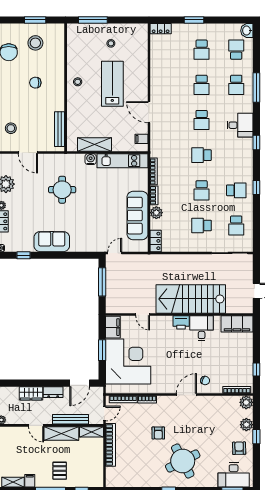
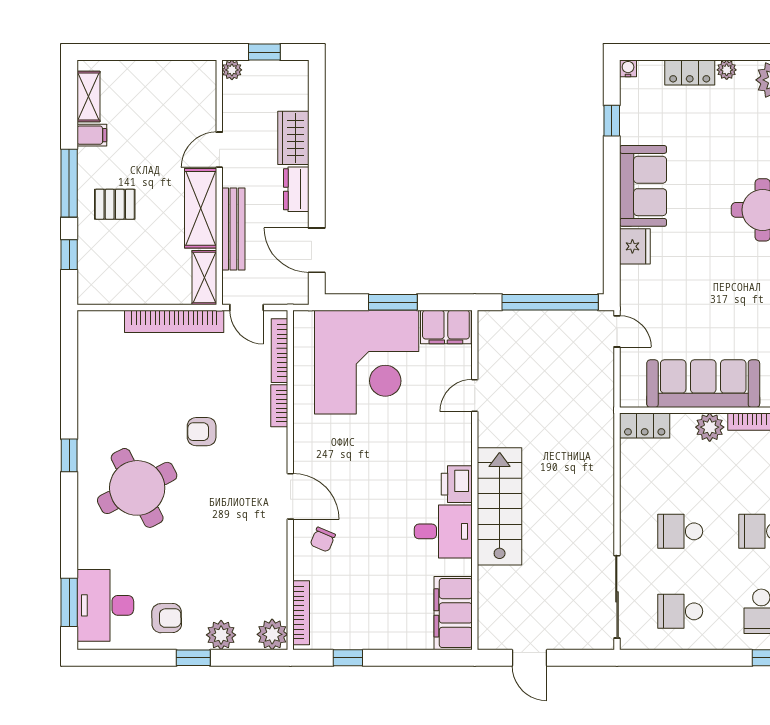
school desk: (202, 226) -> (680, 531), turned -90
fridge: (78, 245) -> (635, 246), added
window: (102, 282) -> (550, 302), width x1.46
stairs: (191, 299) -> (500, 506), width x0.73, depth x0.66

